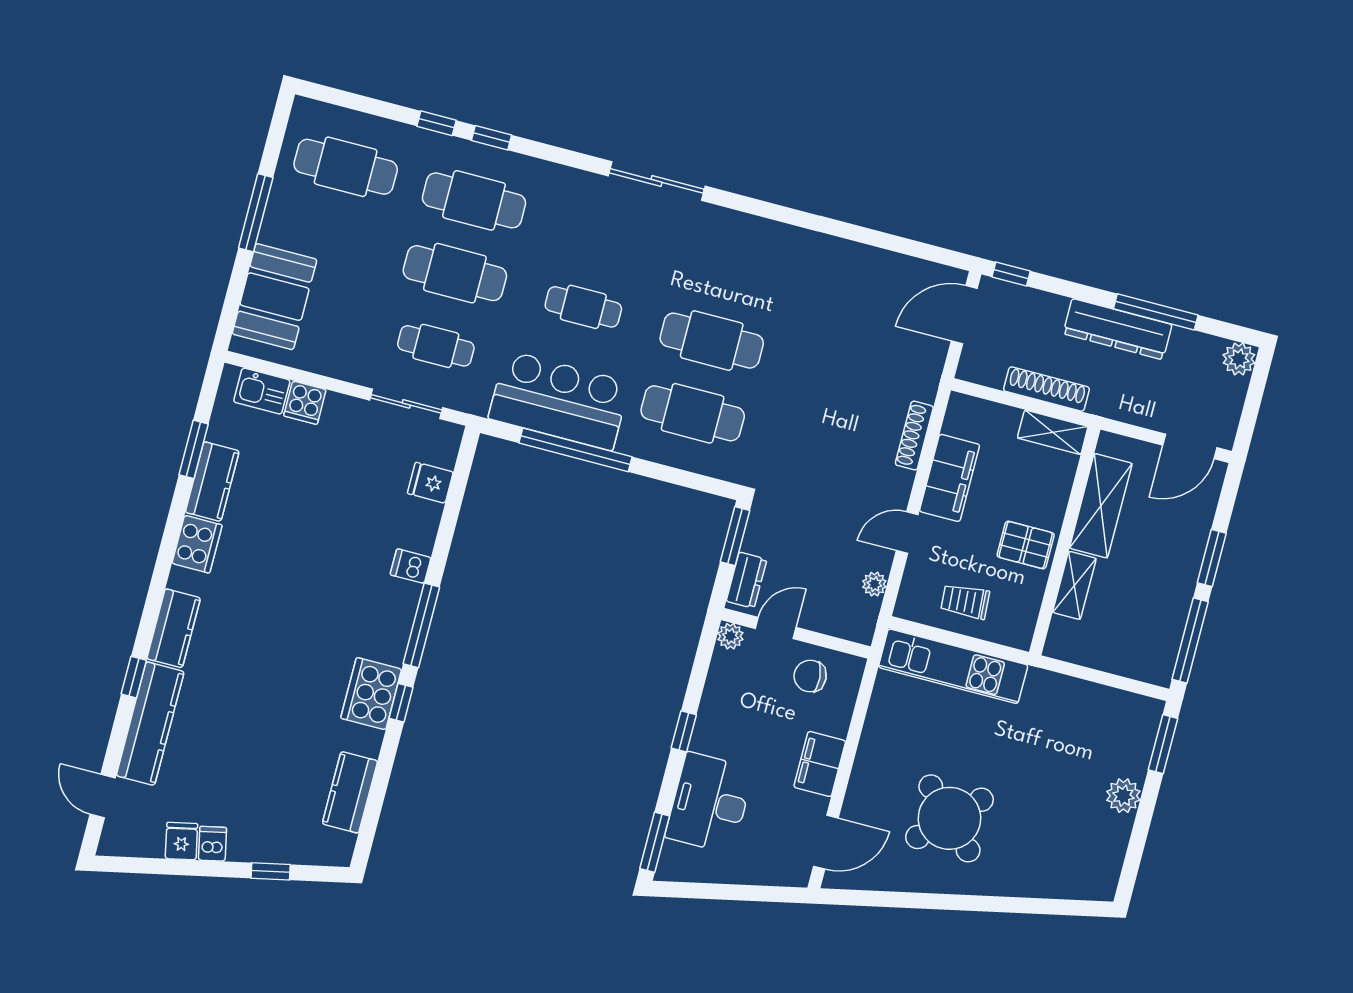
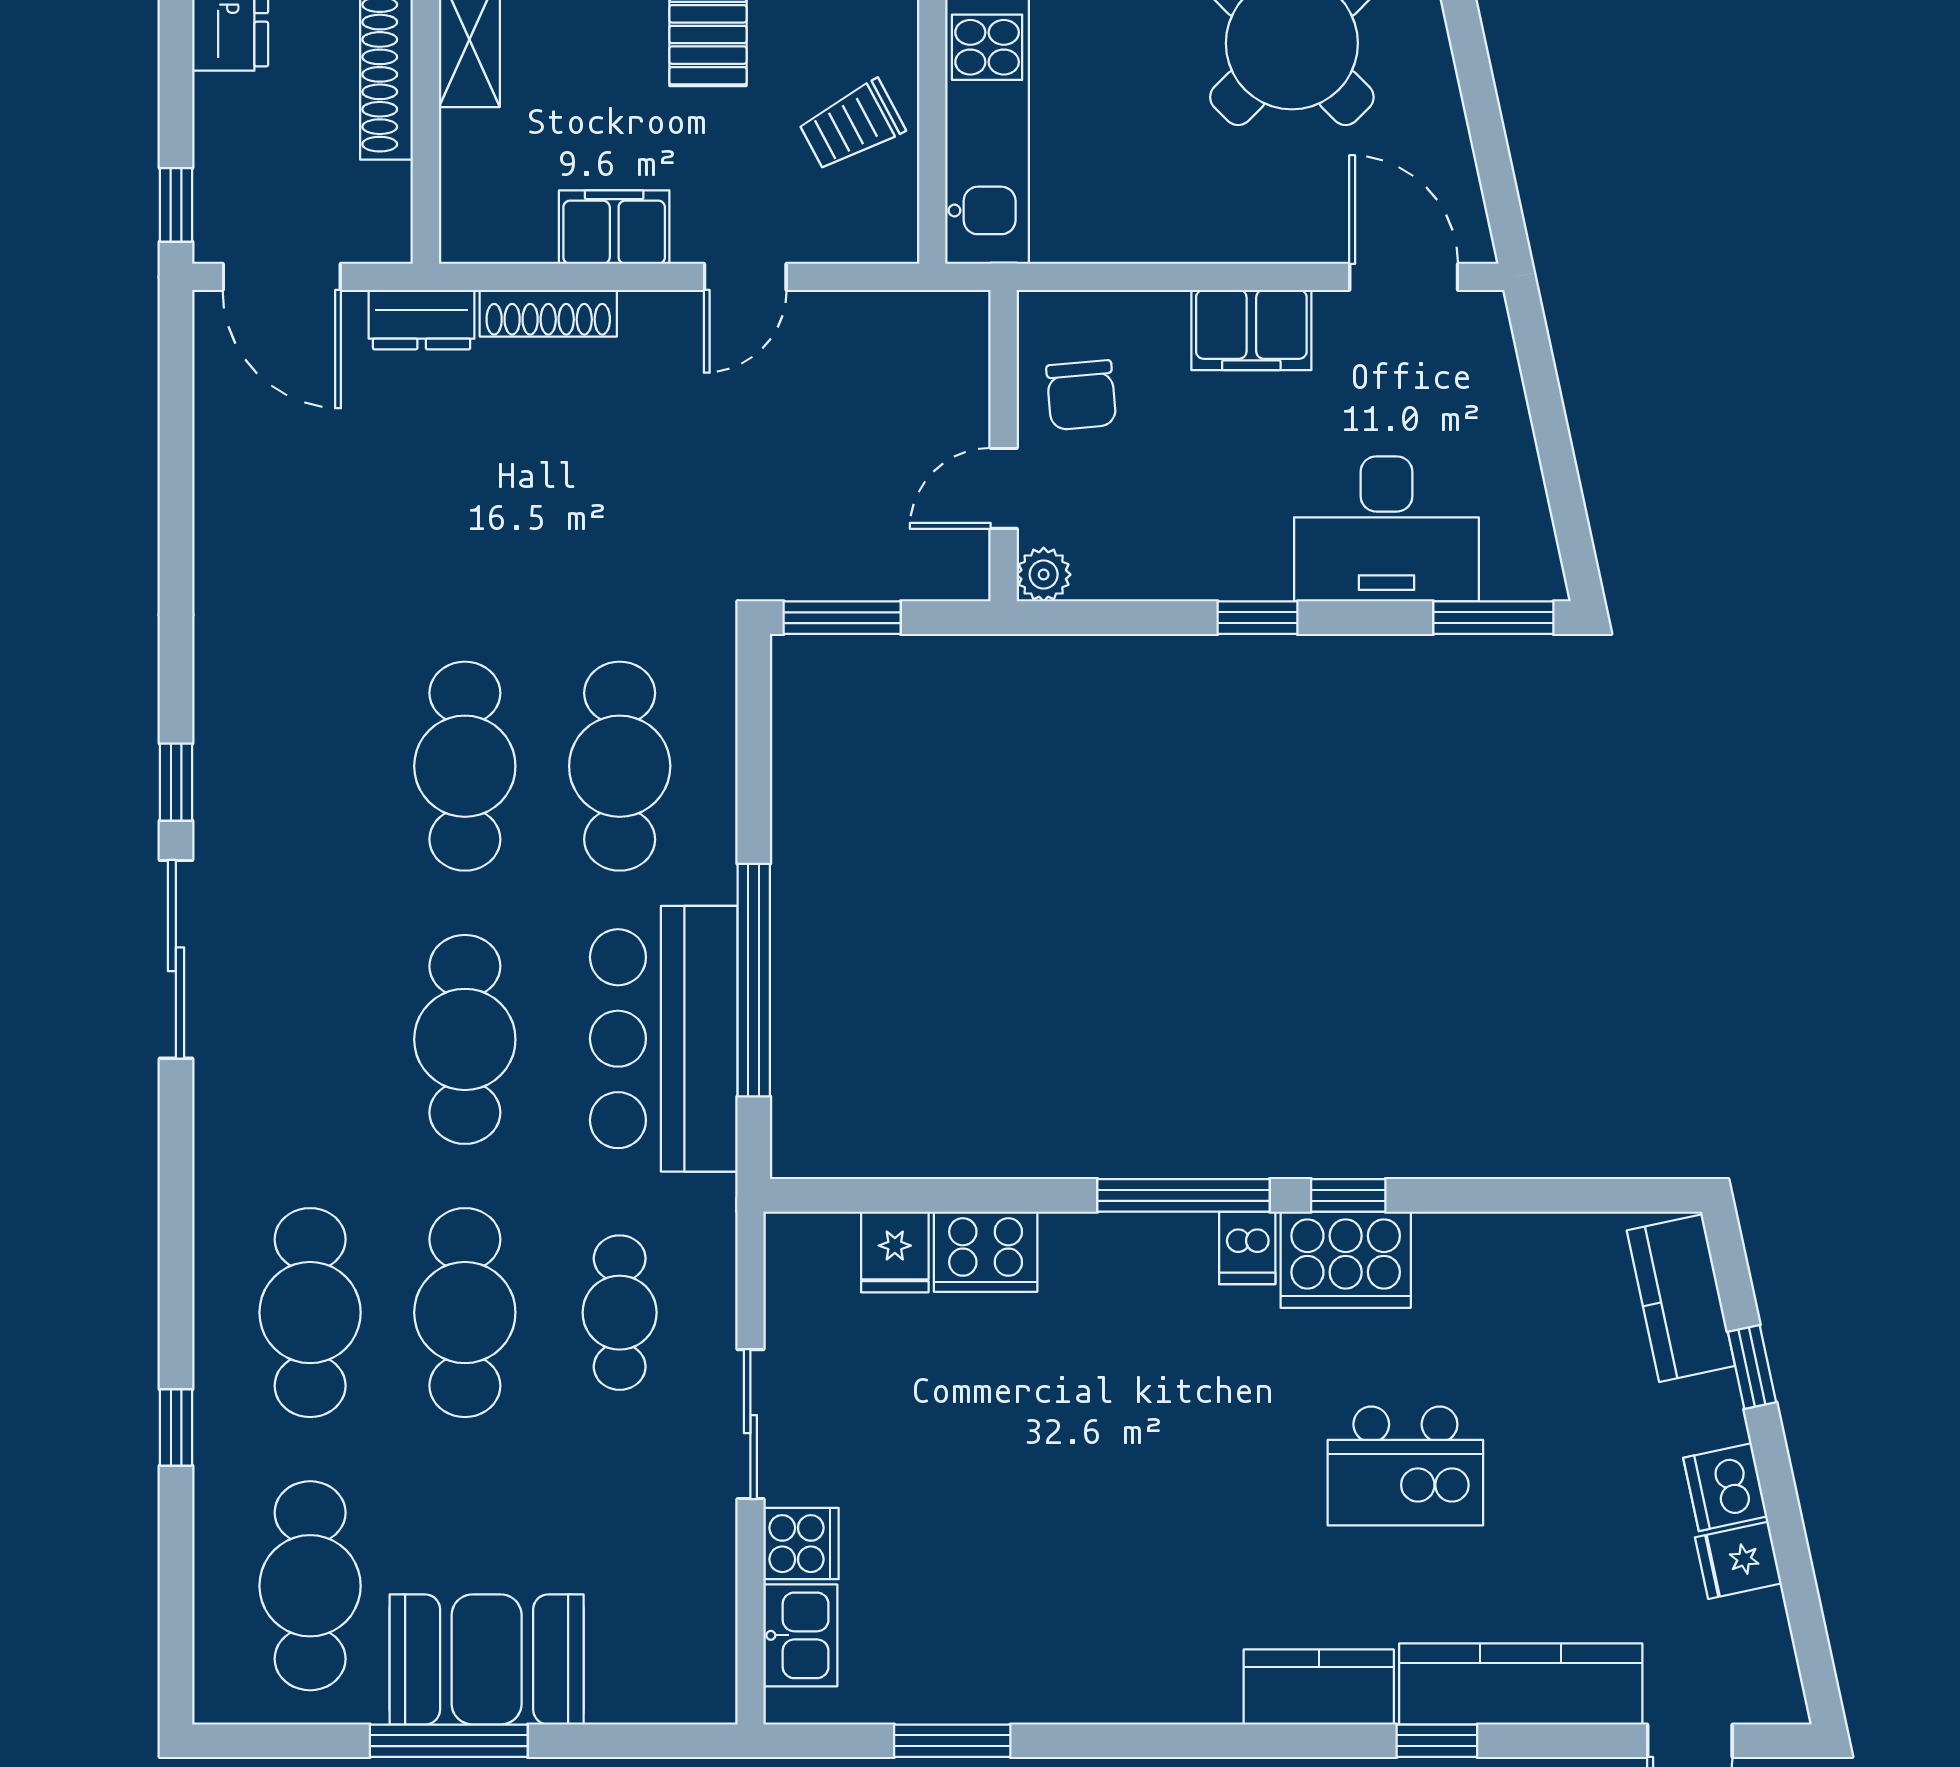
window: (491, 138) -> (176, 782), moved
booth: (274, 297) -> (487, 1659), moved
cafe table: (583, 307) -> (465, 1039), width x1.37, depth x1.35
sliding door: (406, 404) -> (750, 1424), moved
filing cabinet: (950, 478) -> (614, 227), width x0.67, depth x0.86
kitchen counter: (212, 482) -> (1006, 1687), removed
door: (907, 533) -> (745, 277), hinge flipped
cooker: (197, 544) -> (986, 1252), moved, turned 180
dishwasher: (411, 566) -> (1247, 1248), moved
dresser: (746, 580) -> (422, 320), moved, turned 180
plant: (874, 584) -> (865, 315), removed
trolley: (965, 601) -> (852, 125), turned 66
door: (776, 628) -> (1004, 488), hinge flipped
kitchen island: (267, 696) -> (1405, 1466), added
kitchen counter: (350, 792) -> (1681, 1298), moved, turned 78
dishwasher: (212, 844) -> (1725, 1487), width x1.38

